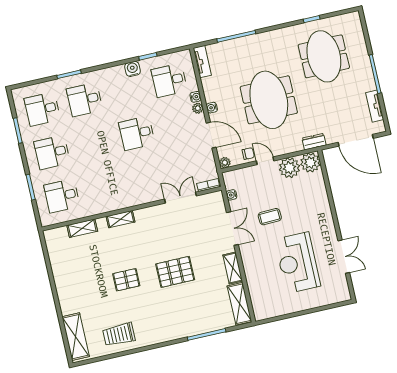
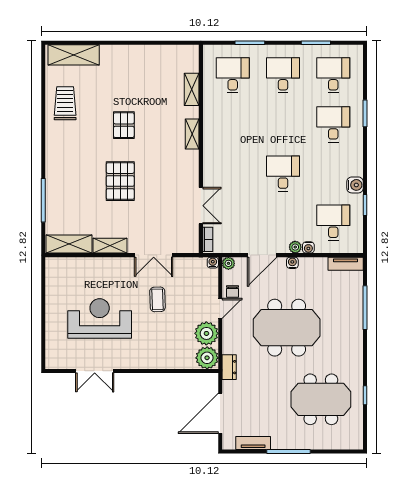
water cooler: (231, 195) -> (213, 263), moved

